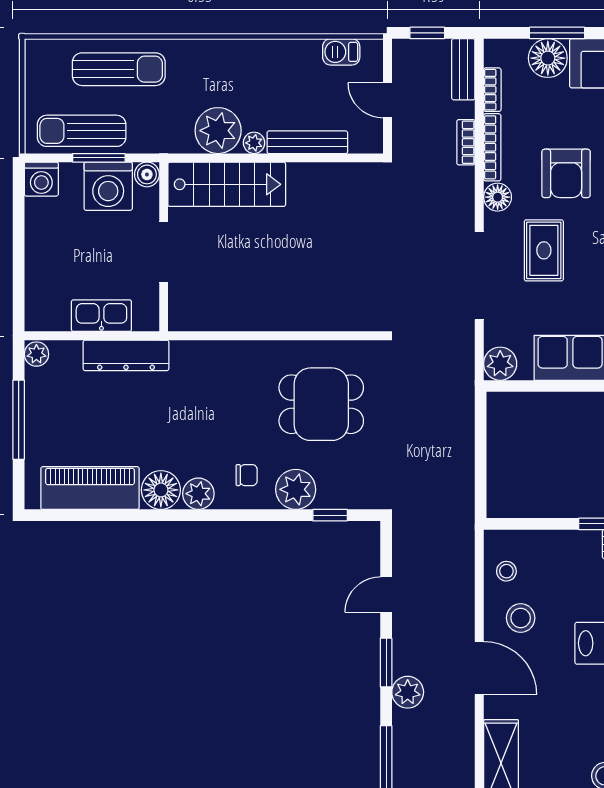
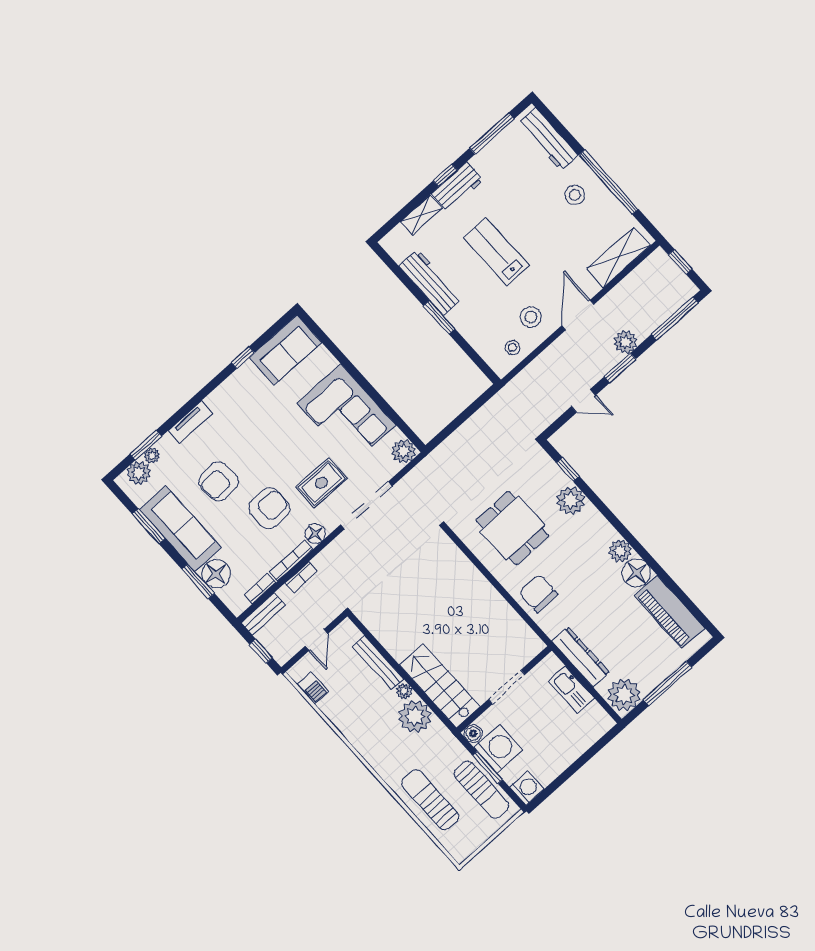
plant: (36, 354) -> (624, 695), width x1.88, depth x1.88
chair: (247, 475) -> (538, 593), moved, width x1.87, depth x1.87

